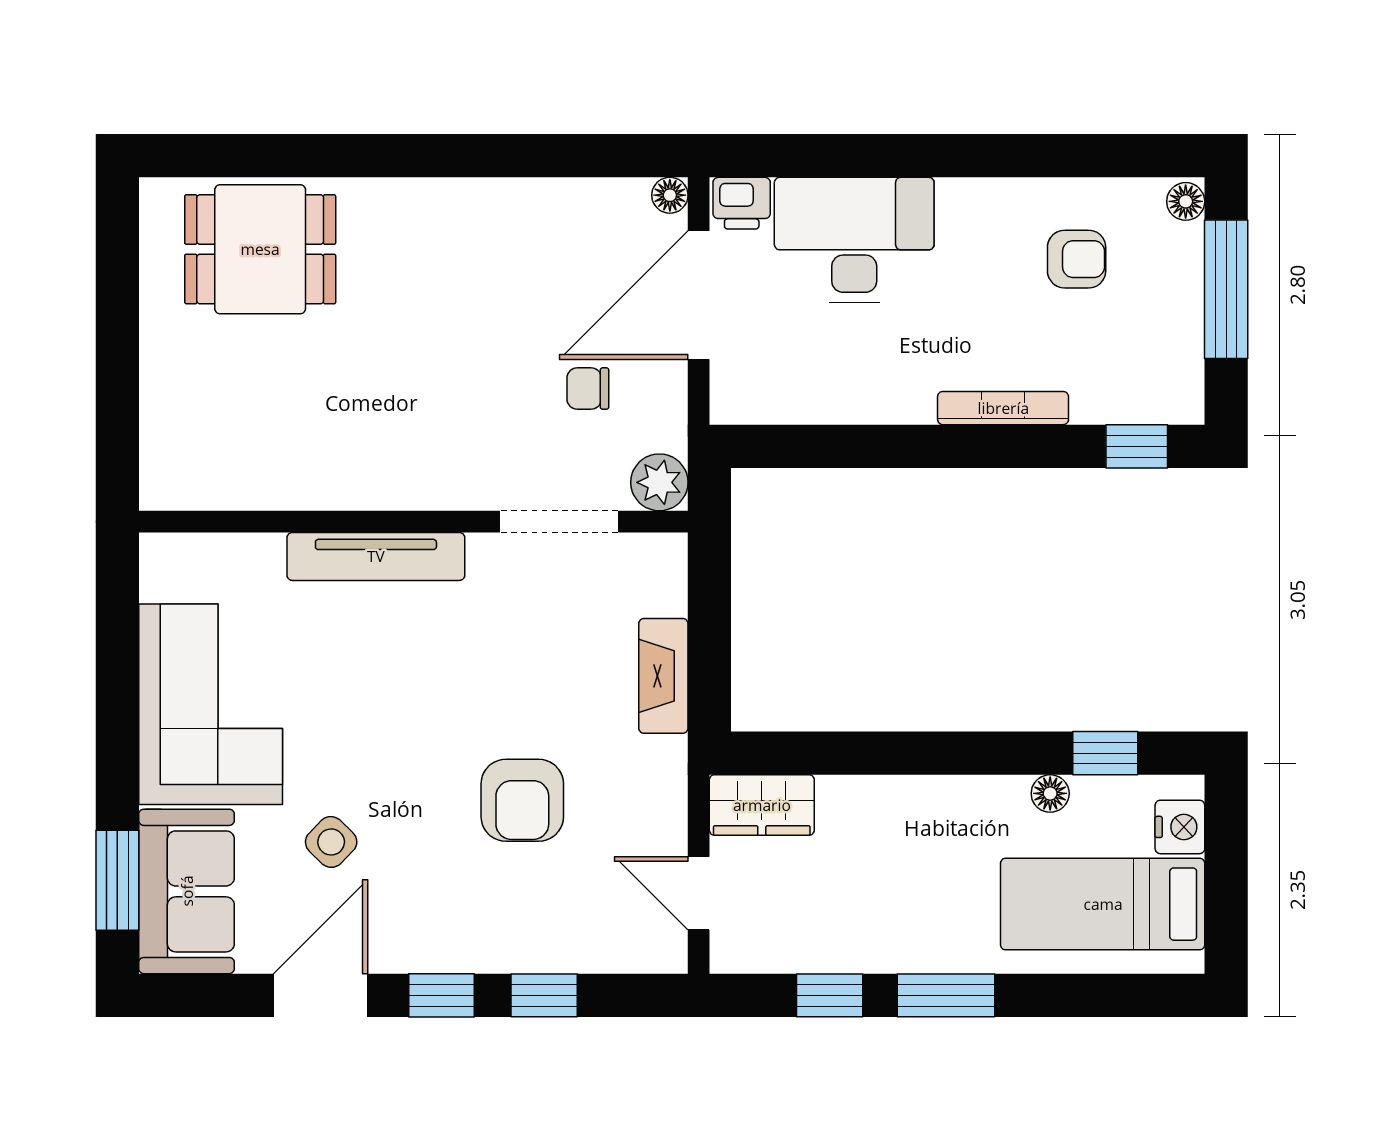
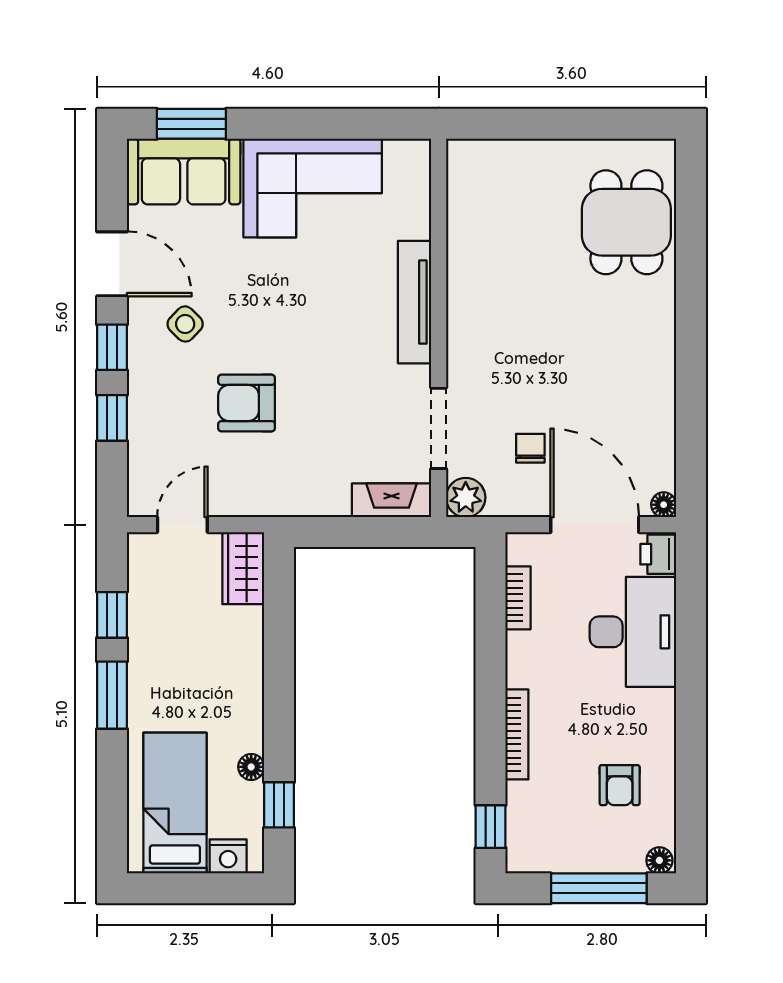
bookcase: (805, 406) -> (518, 598), added
fireplace: (663, 676) -> (392, 500), moved
side table: (331, 842) -> (185, 324), moved

